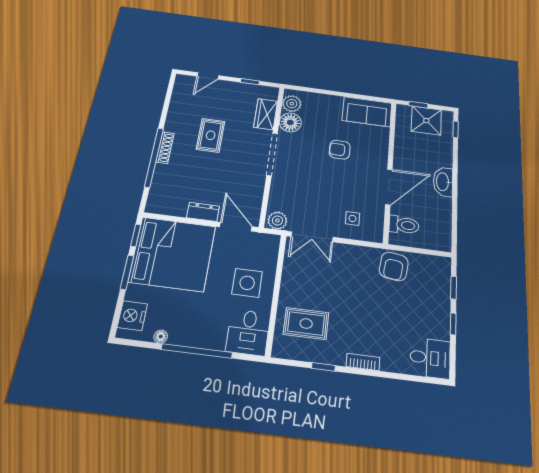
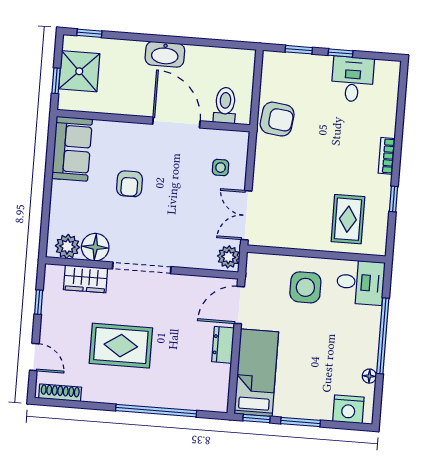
rug: (211, 135) -> (121, 346), width x1.36, depth x1.43
shoe rack: (165, 148) -> (60, 393), moved
double door: (312, 237) -> (246, 215), swing flipped
bed: (172, 254) -> (256, 373), width x0.49
desk: (430, 358) -> (353, 79), moved

